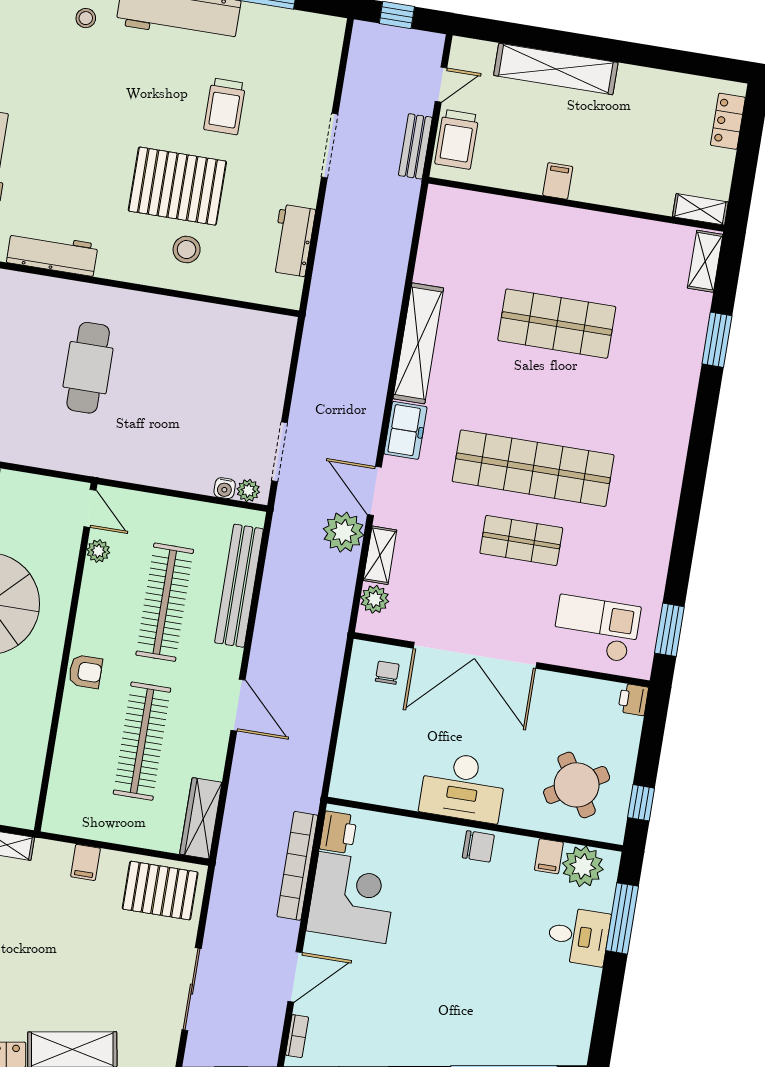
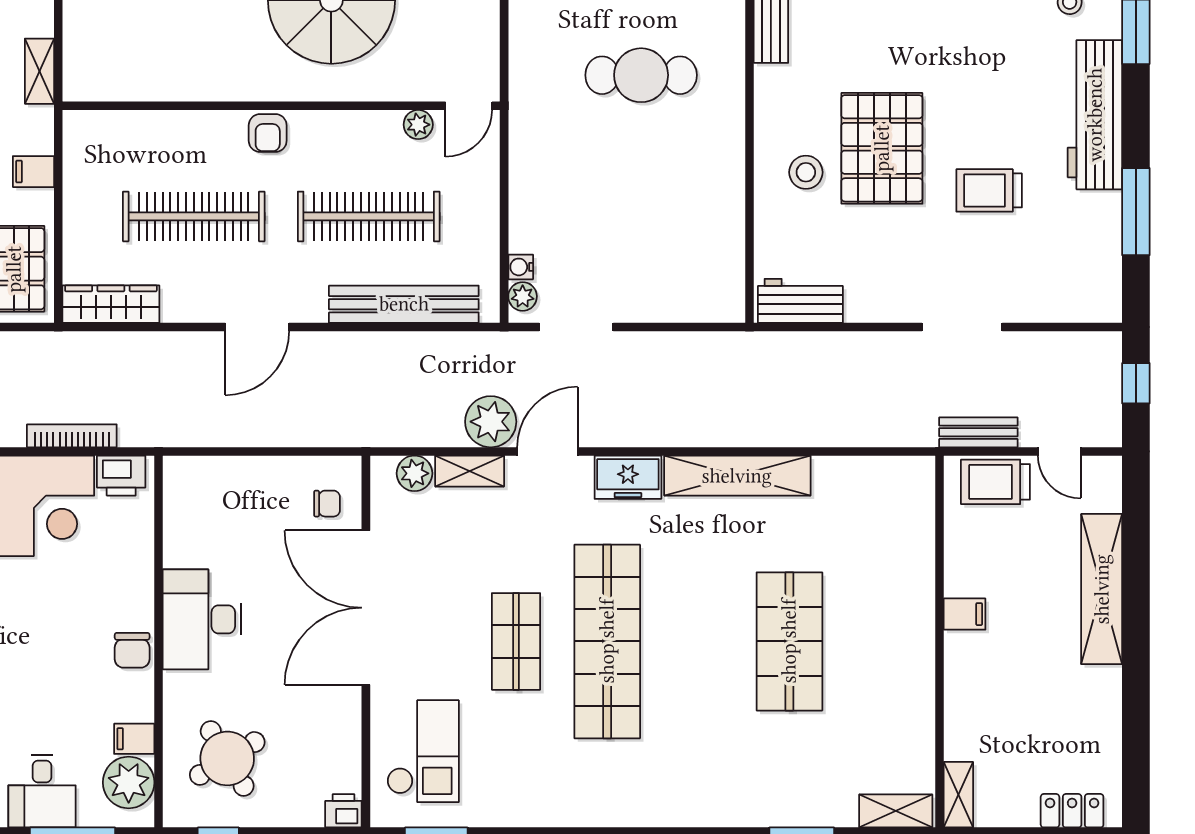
workbench: (293, 240) -> (800, 301), moved
bookcase: (297, 866) -> (72, 436), width x0.68, depth x0.76

